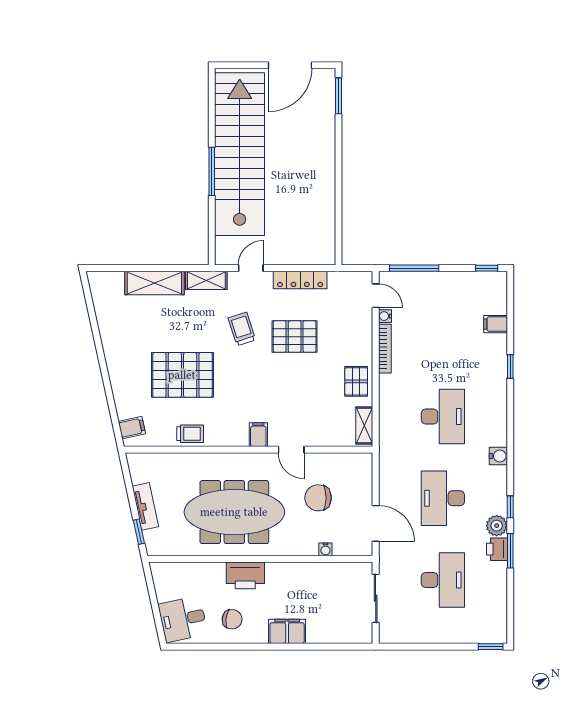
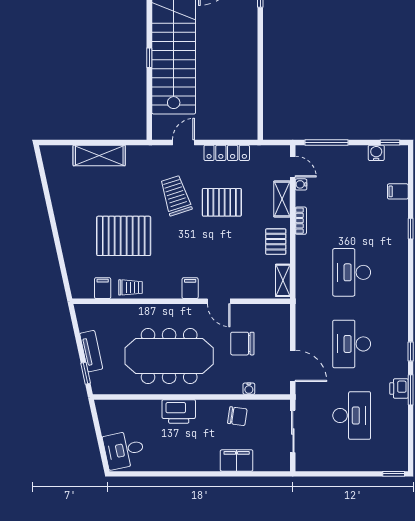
window: (212, 171) -> (149, 58), width x0.46
shelving: (206, 280) -> (282, 199), moved, turned 90
trolley: (242, 329) -> (176, 196), width x1.36, depth x1.39
bookcase: (385, 349) -> (301, 221), width x0.64
desk: (443, 417) -> (352, 272), turned 180
filing cabinet: (132, 428) -> (103, 288), moved, turned -78
water cooler: (498, 456) -> (376, 153), moved, turned -90
plant: (497, 526) -> (399, 368), removed
chair: (232, 619) -> (237, 416), moved
filing cabinet: (287, 631) -> (237, 460), moved

